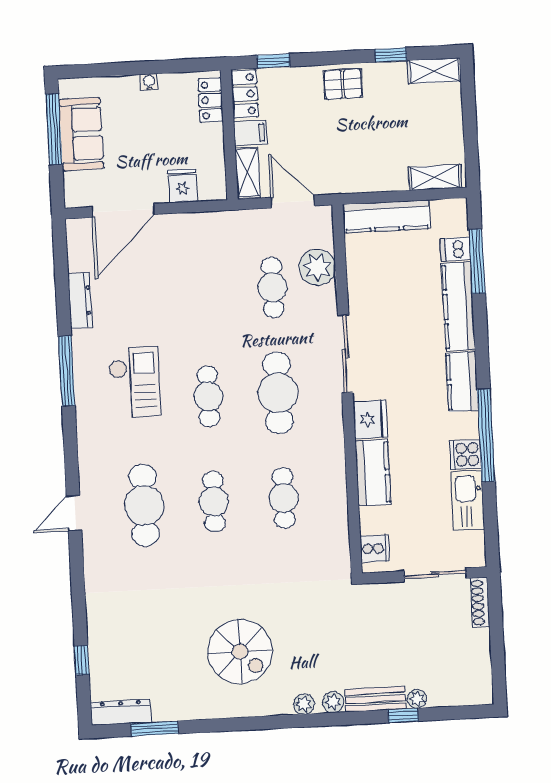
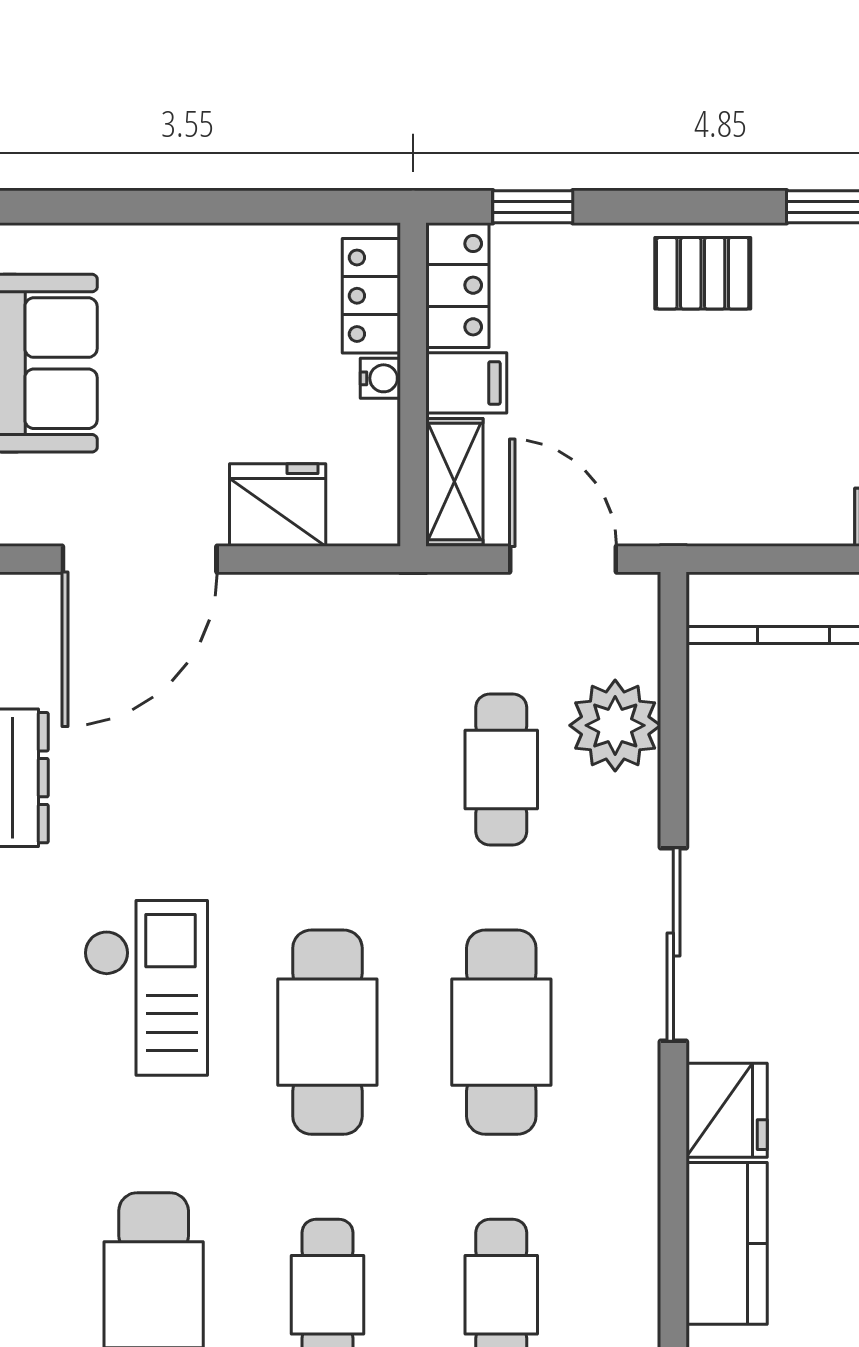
water cooler: (149, 82) -> (380, 378), moved, turned 90
fridge: (183, 186) -> (278, 505), width x1.38
cafe table: (208, 396) -> (327, 1032), width x1.37, depth x1.35

